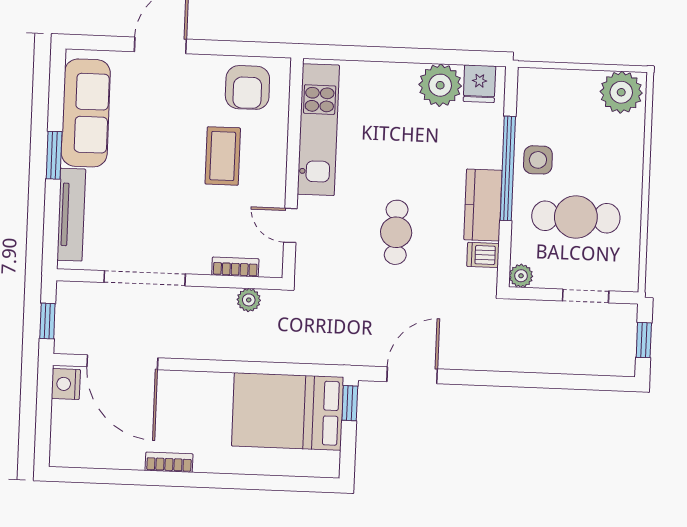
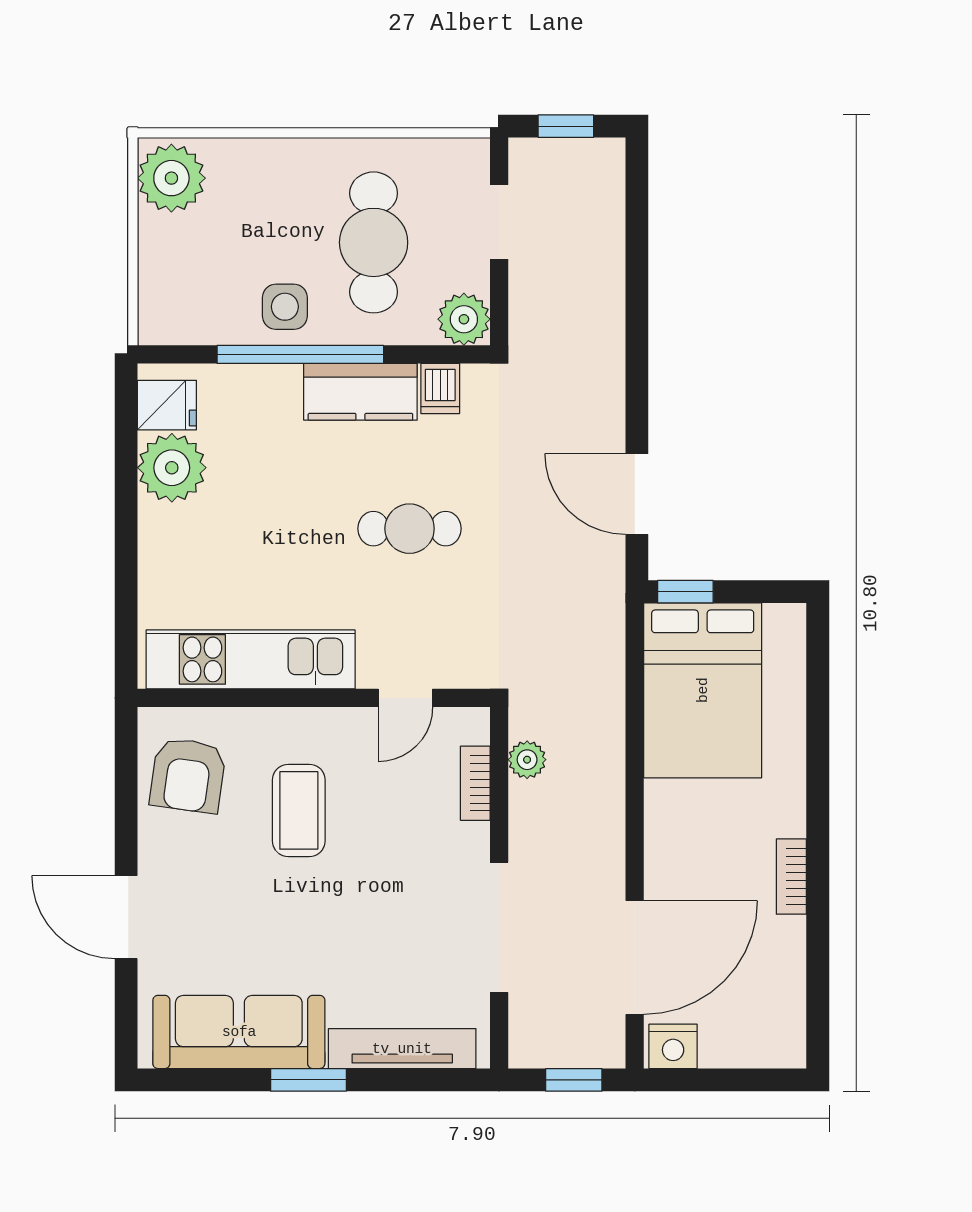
armchair: (247, 87) -> (188, 775), turned 98
coffee table: (223, 156) -> (299, 810), turned 90
plant: (521, 276) -> (464, 319), width x1.38, depth x1.38

